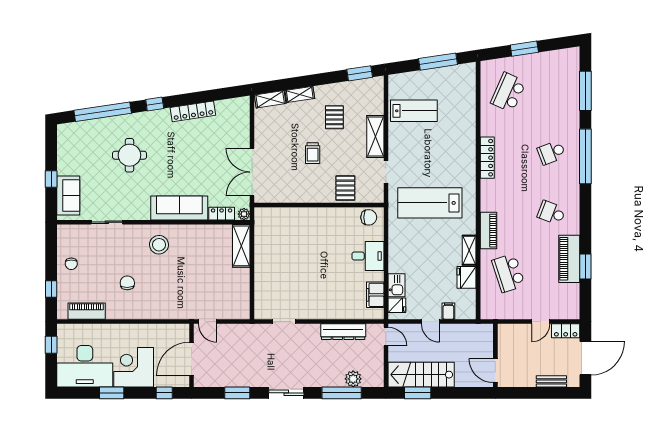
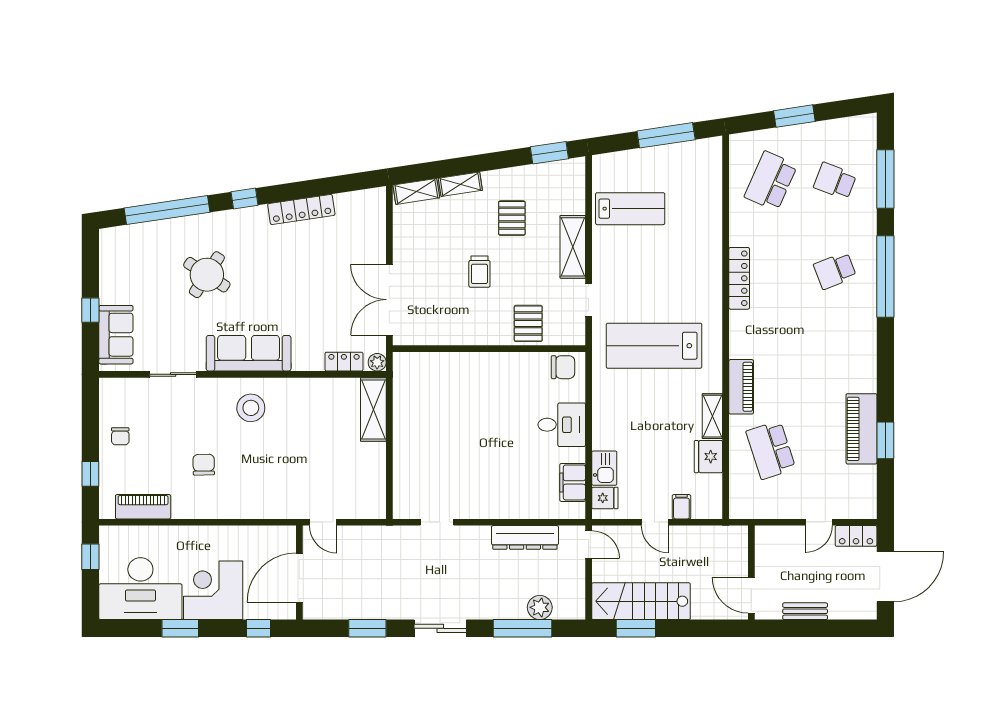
round table: (129, 155) -> (207, 275), turned 33
sofa: (179, 208) -> (249, 353), moved
school desk: (551, 213) -> (835, 181), moved
bench: (551, 381) -> (805, 611), moved

